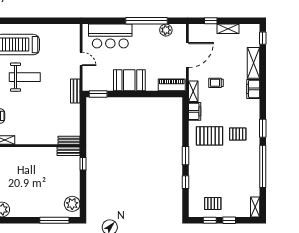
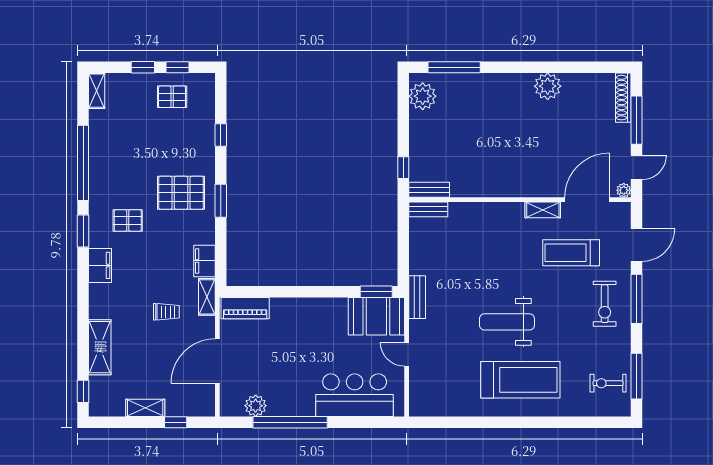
booth: (129, 80) -> (376, 316), moved
filing cabinet: (253, 89) -> (100, 265), moved
pallet: (209, 136) -> (181, 193), moved
window: (185, 156) -> (221, 201), moved

